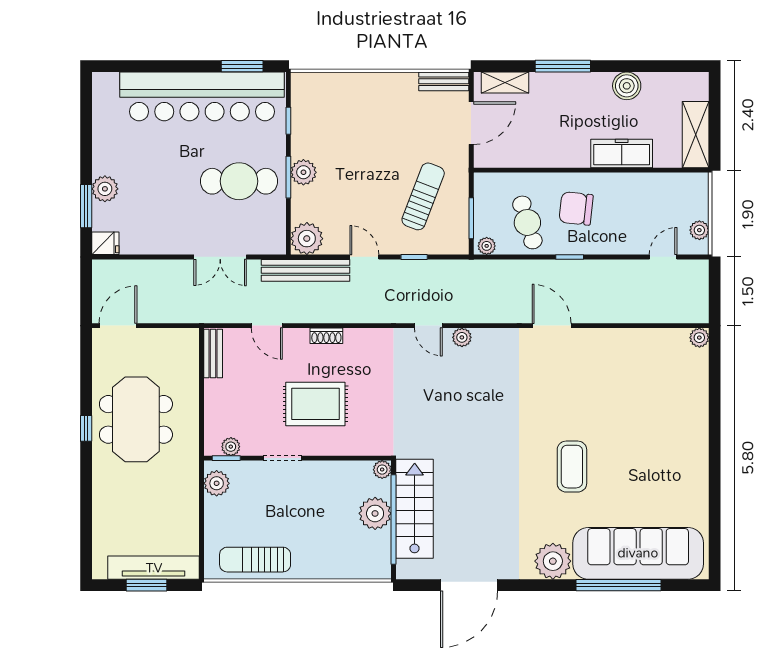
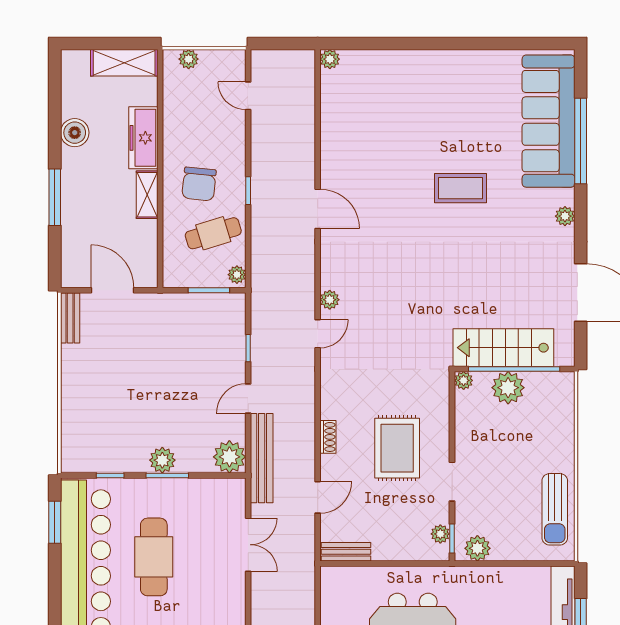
shelving: (505, 82) -> (147, 195), moved
cafe table: (239, 181) -> (154, 557), moved
sun lounger: (423, 196) -> (187, 339), removed
plant: (699, 230) -> (189, 59), moved
door: (552, 326) -> (318, 209), swing flipped
plant: (553, 561) -> (565, 216), width x0.53, depth x0.53

